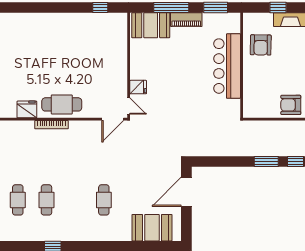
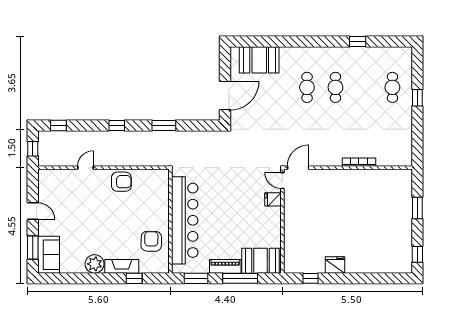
bar counter: (227, 66) -> (185, 220), width x1.36
cafe table: (62, 104) -> (349, 182), removed
fridge: (27, 109) -> (335, 265), moved, turned 180
window: (266, 161) -> (164, 126), moved
cafe table: (46, 200) -> (335, 87), moved

